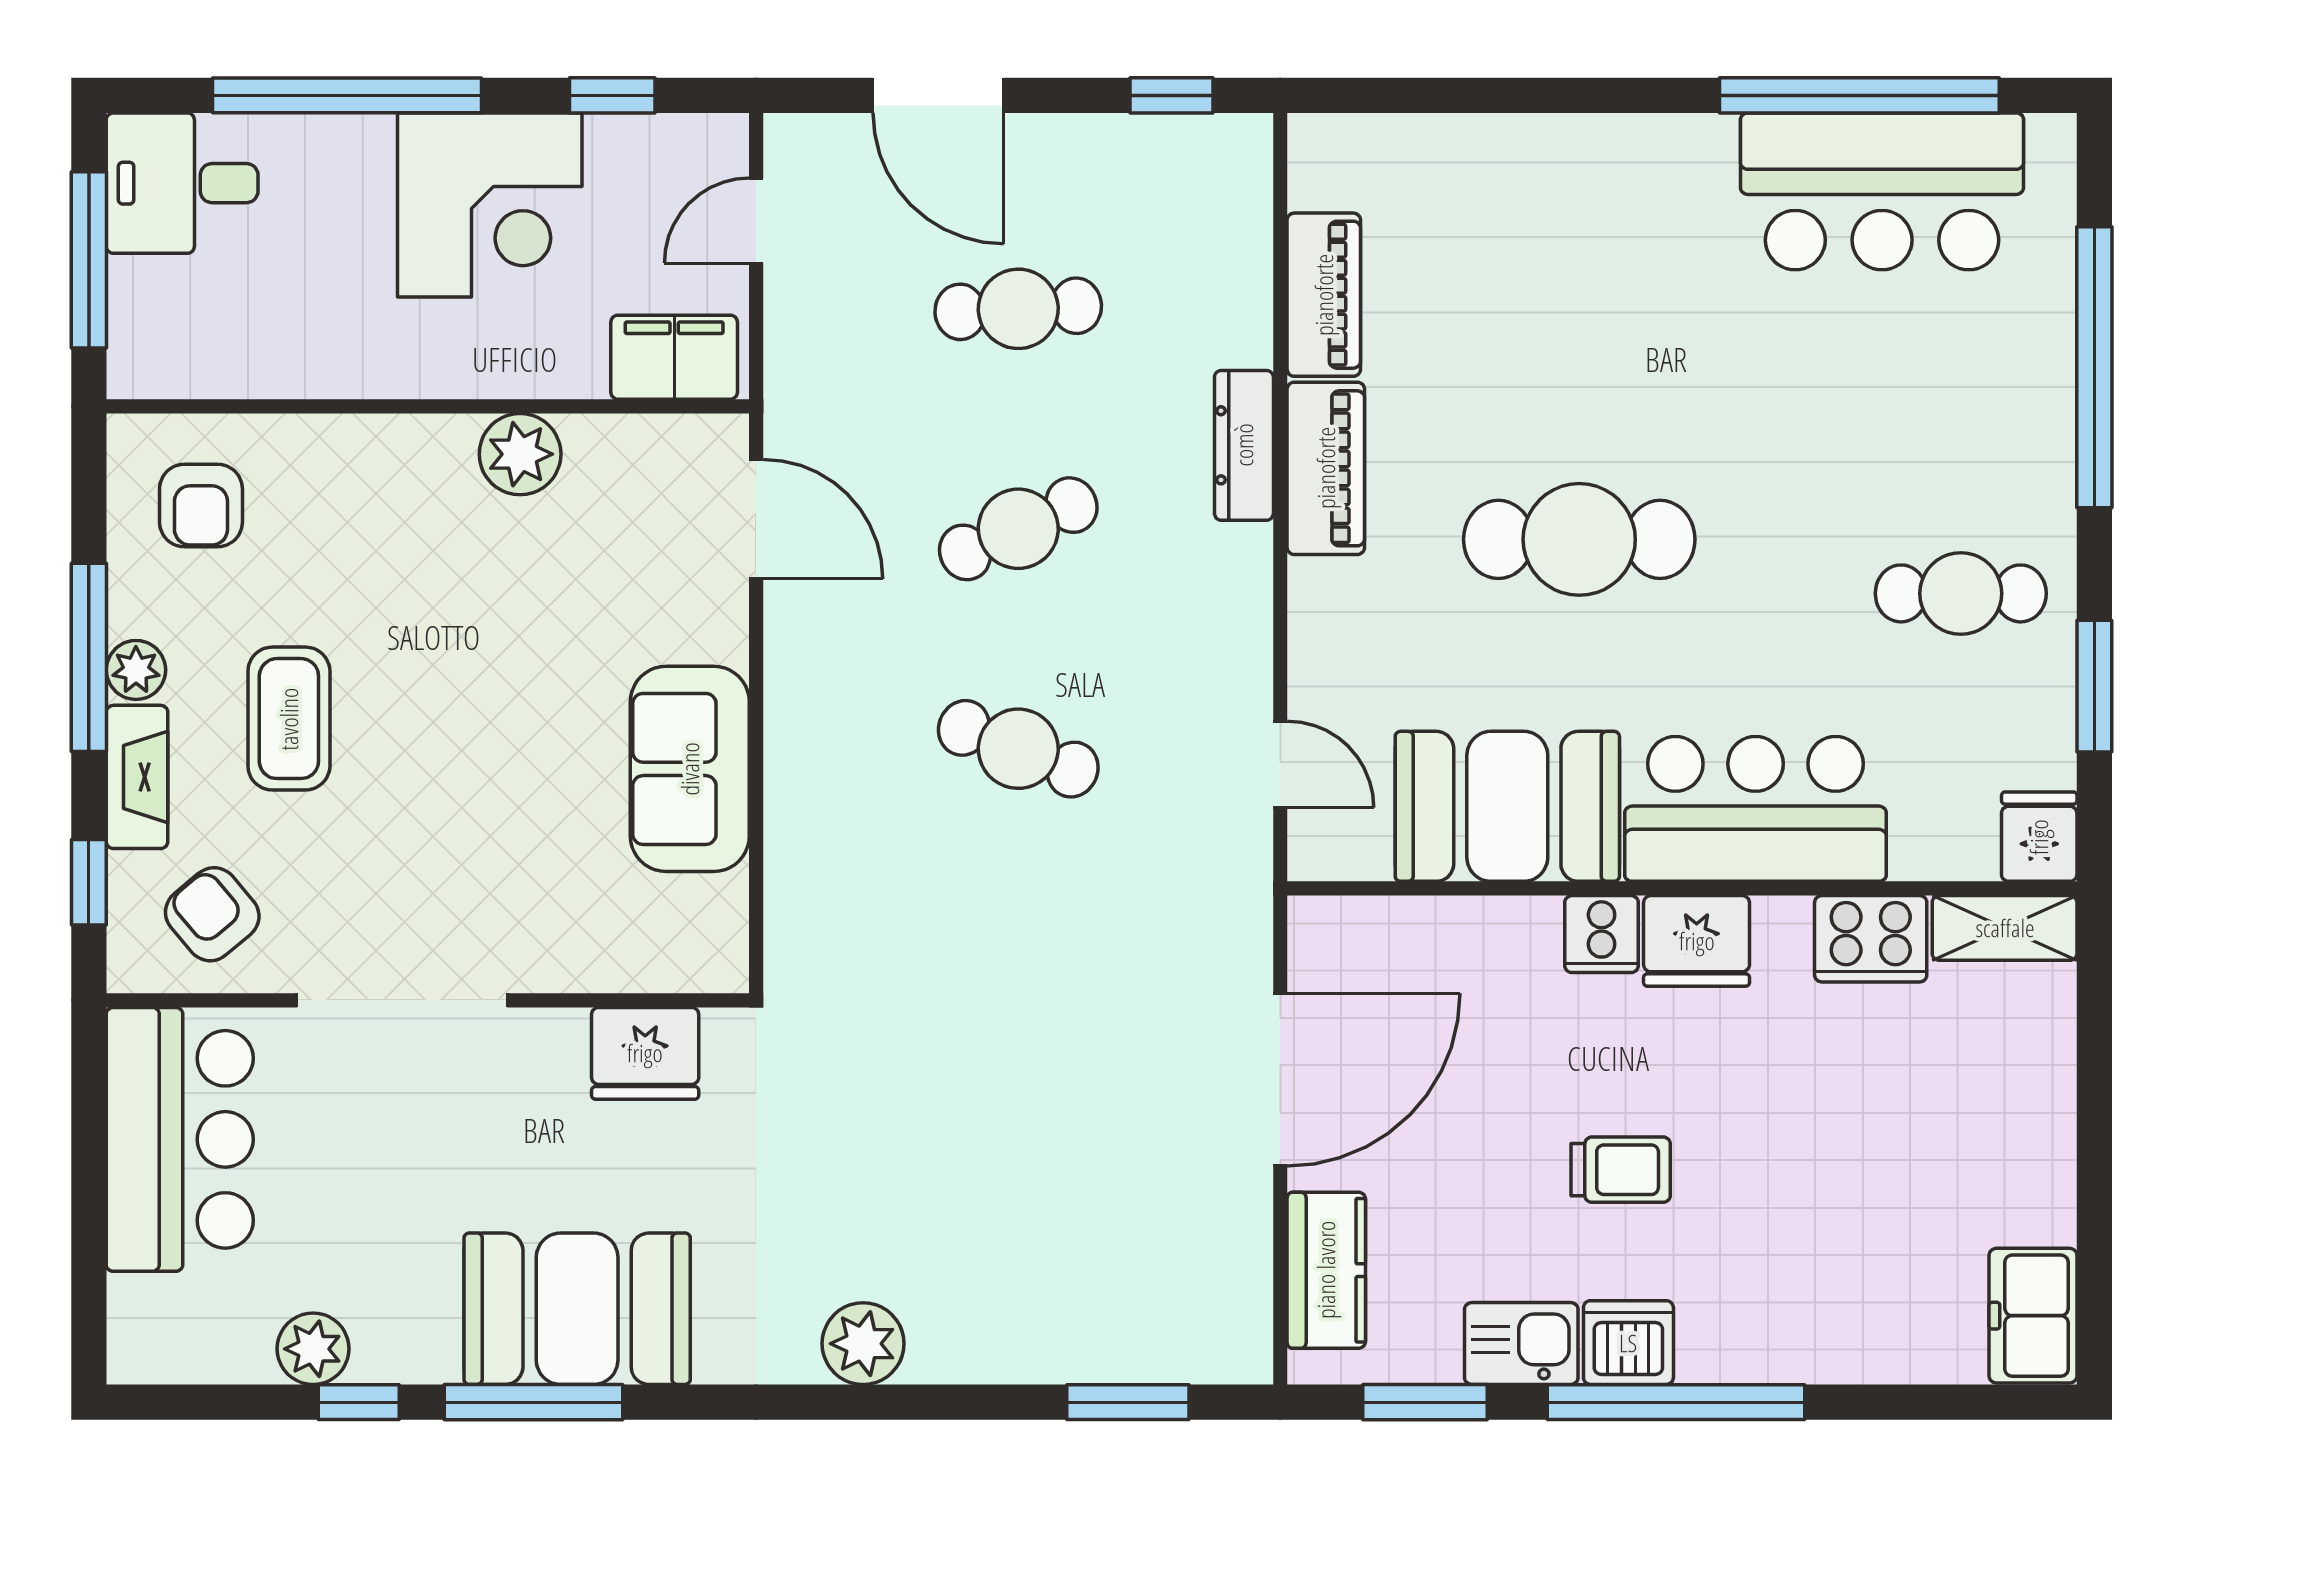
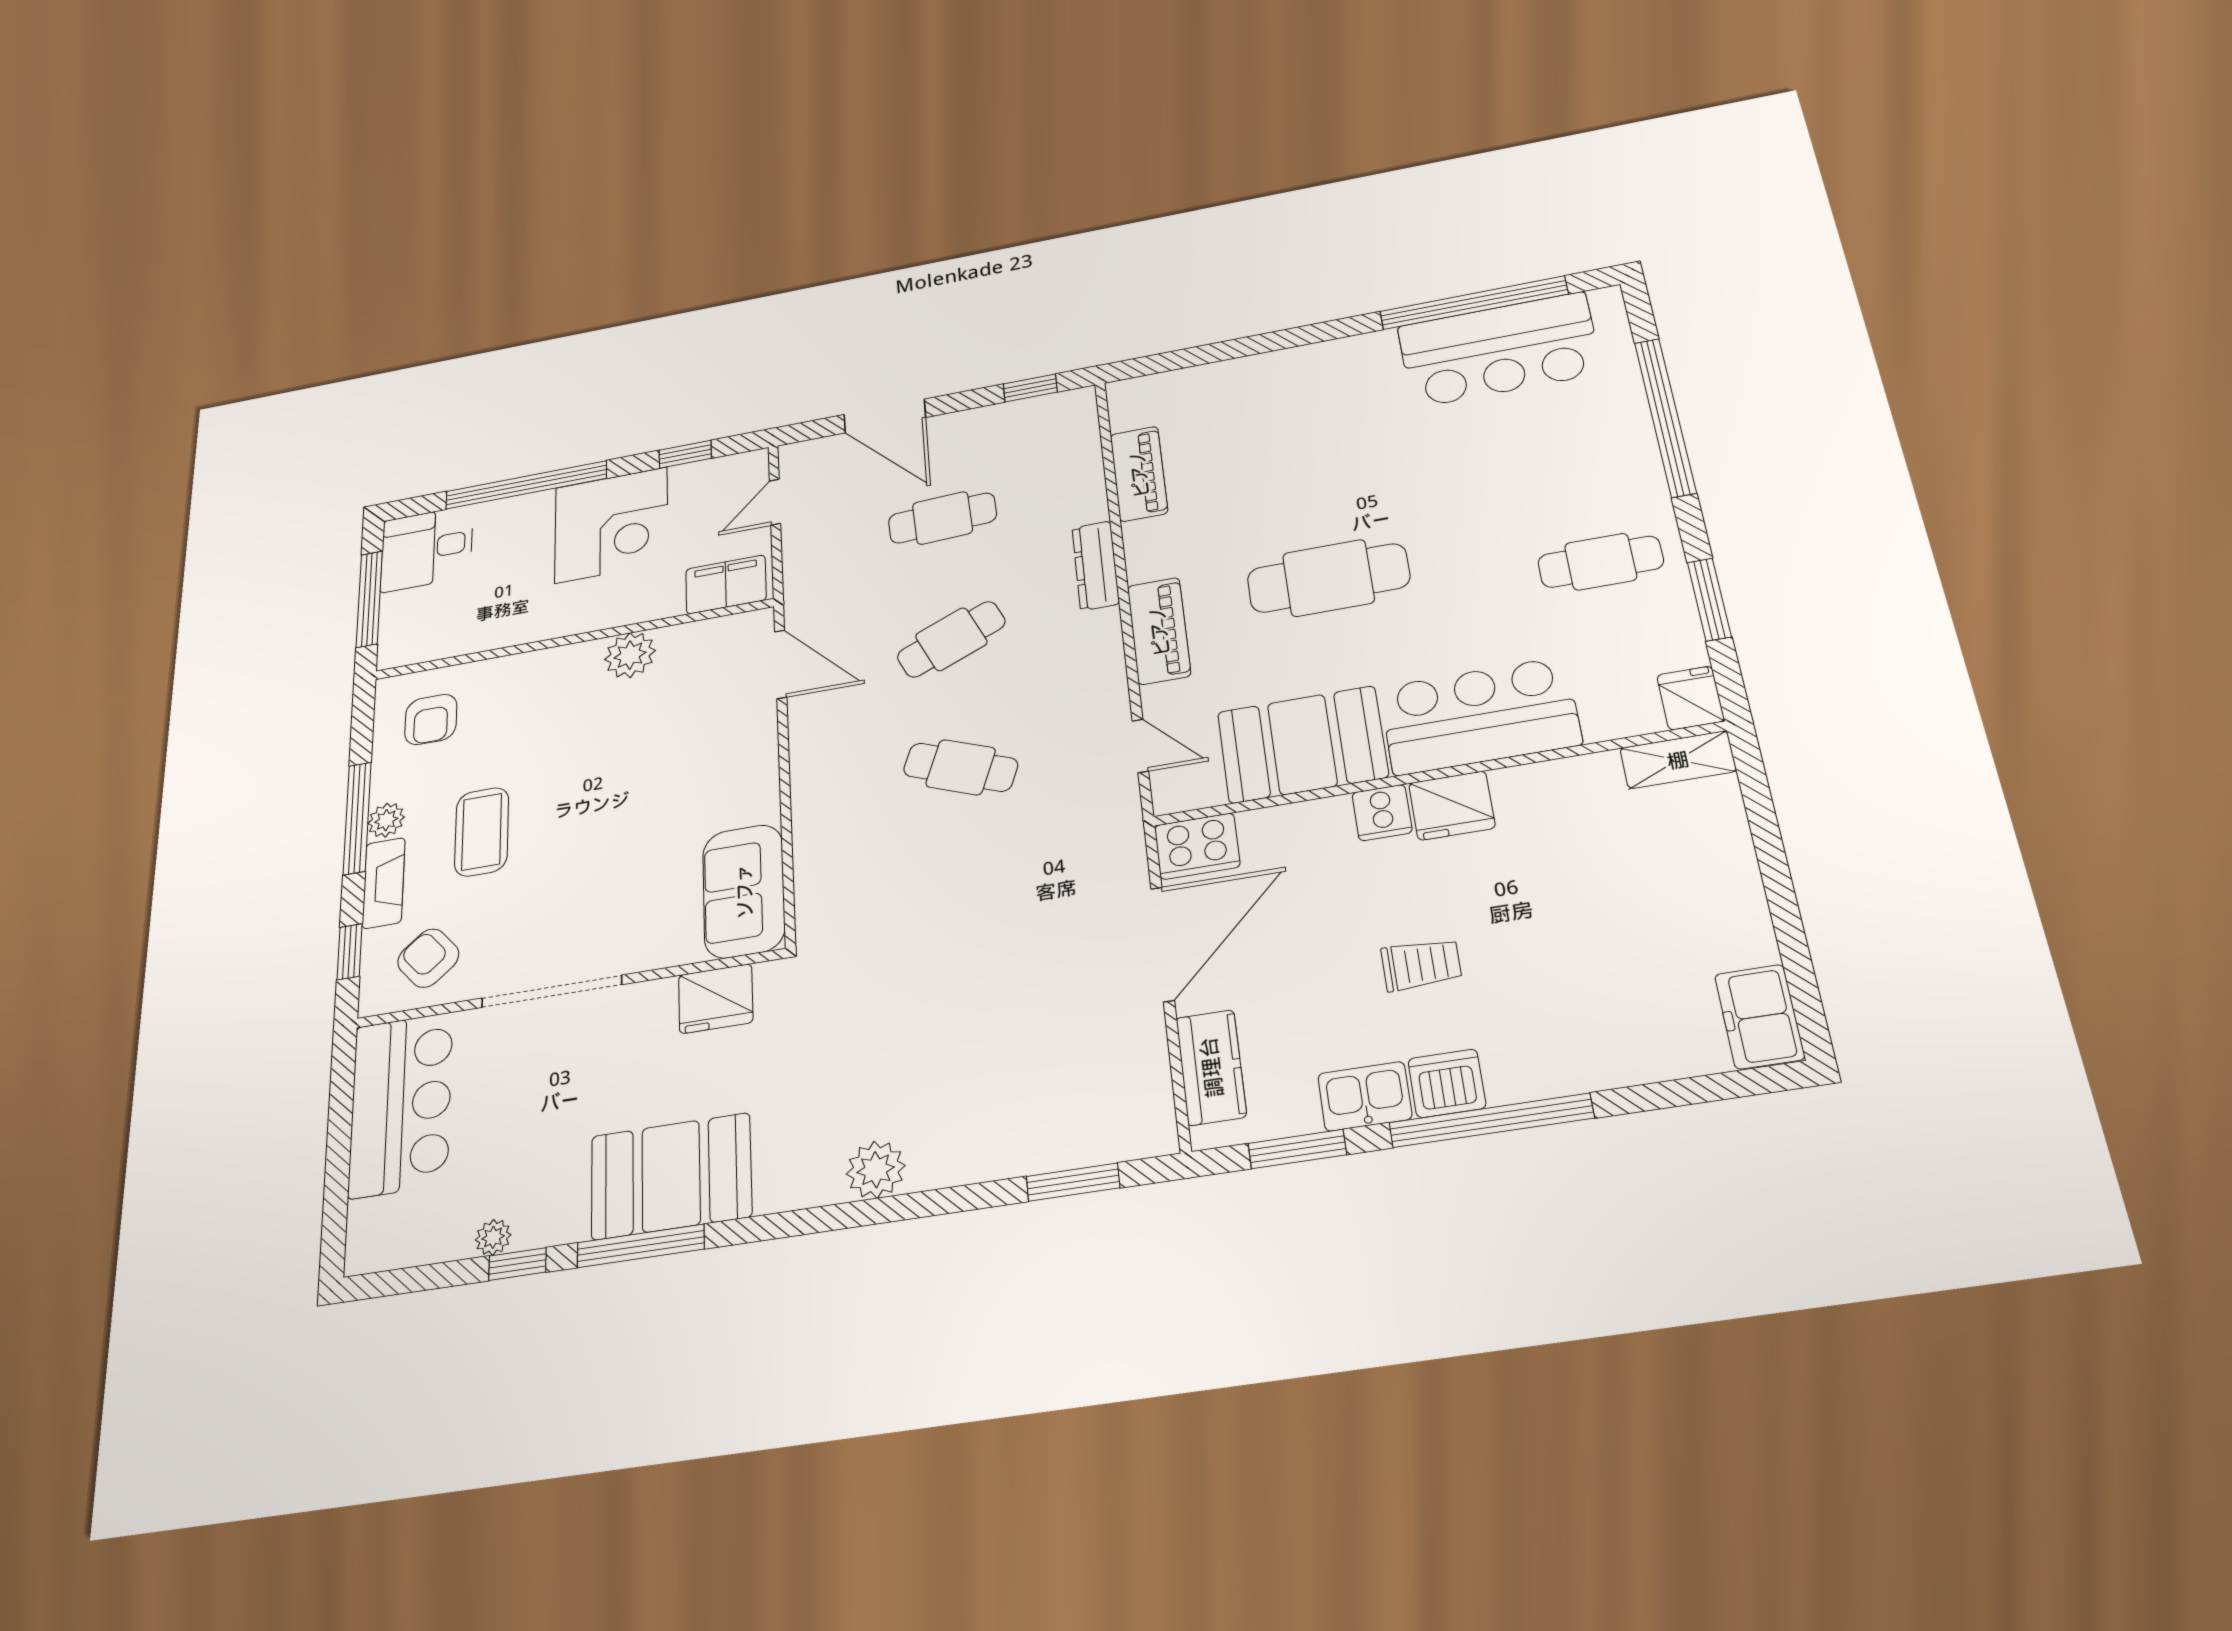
piano: (1326, 468) -> (1159, 631), moved
sofa: (690, 769) -> (744, 891), moved
cooker: (1871, 939) -> (1197, 846), moved
plant: (313, 1349) -> (493, 1237), width x0.73, depth x0.73

